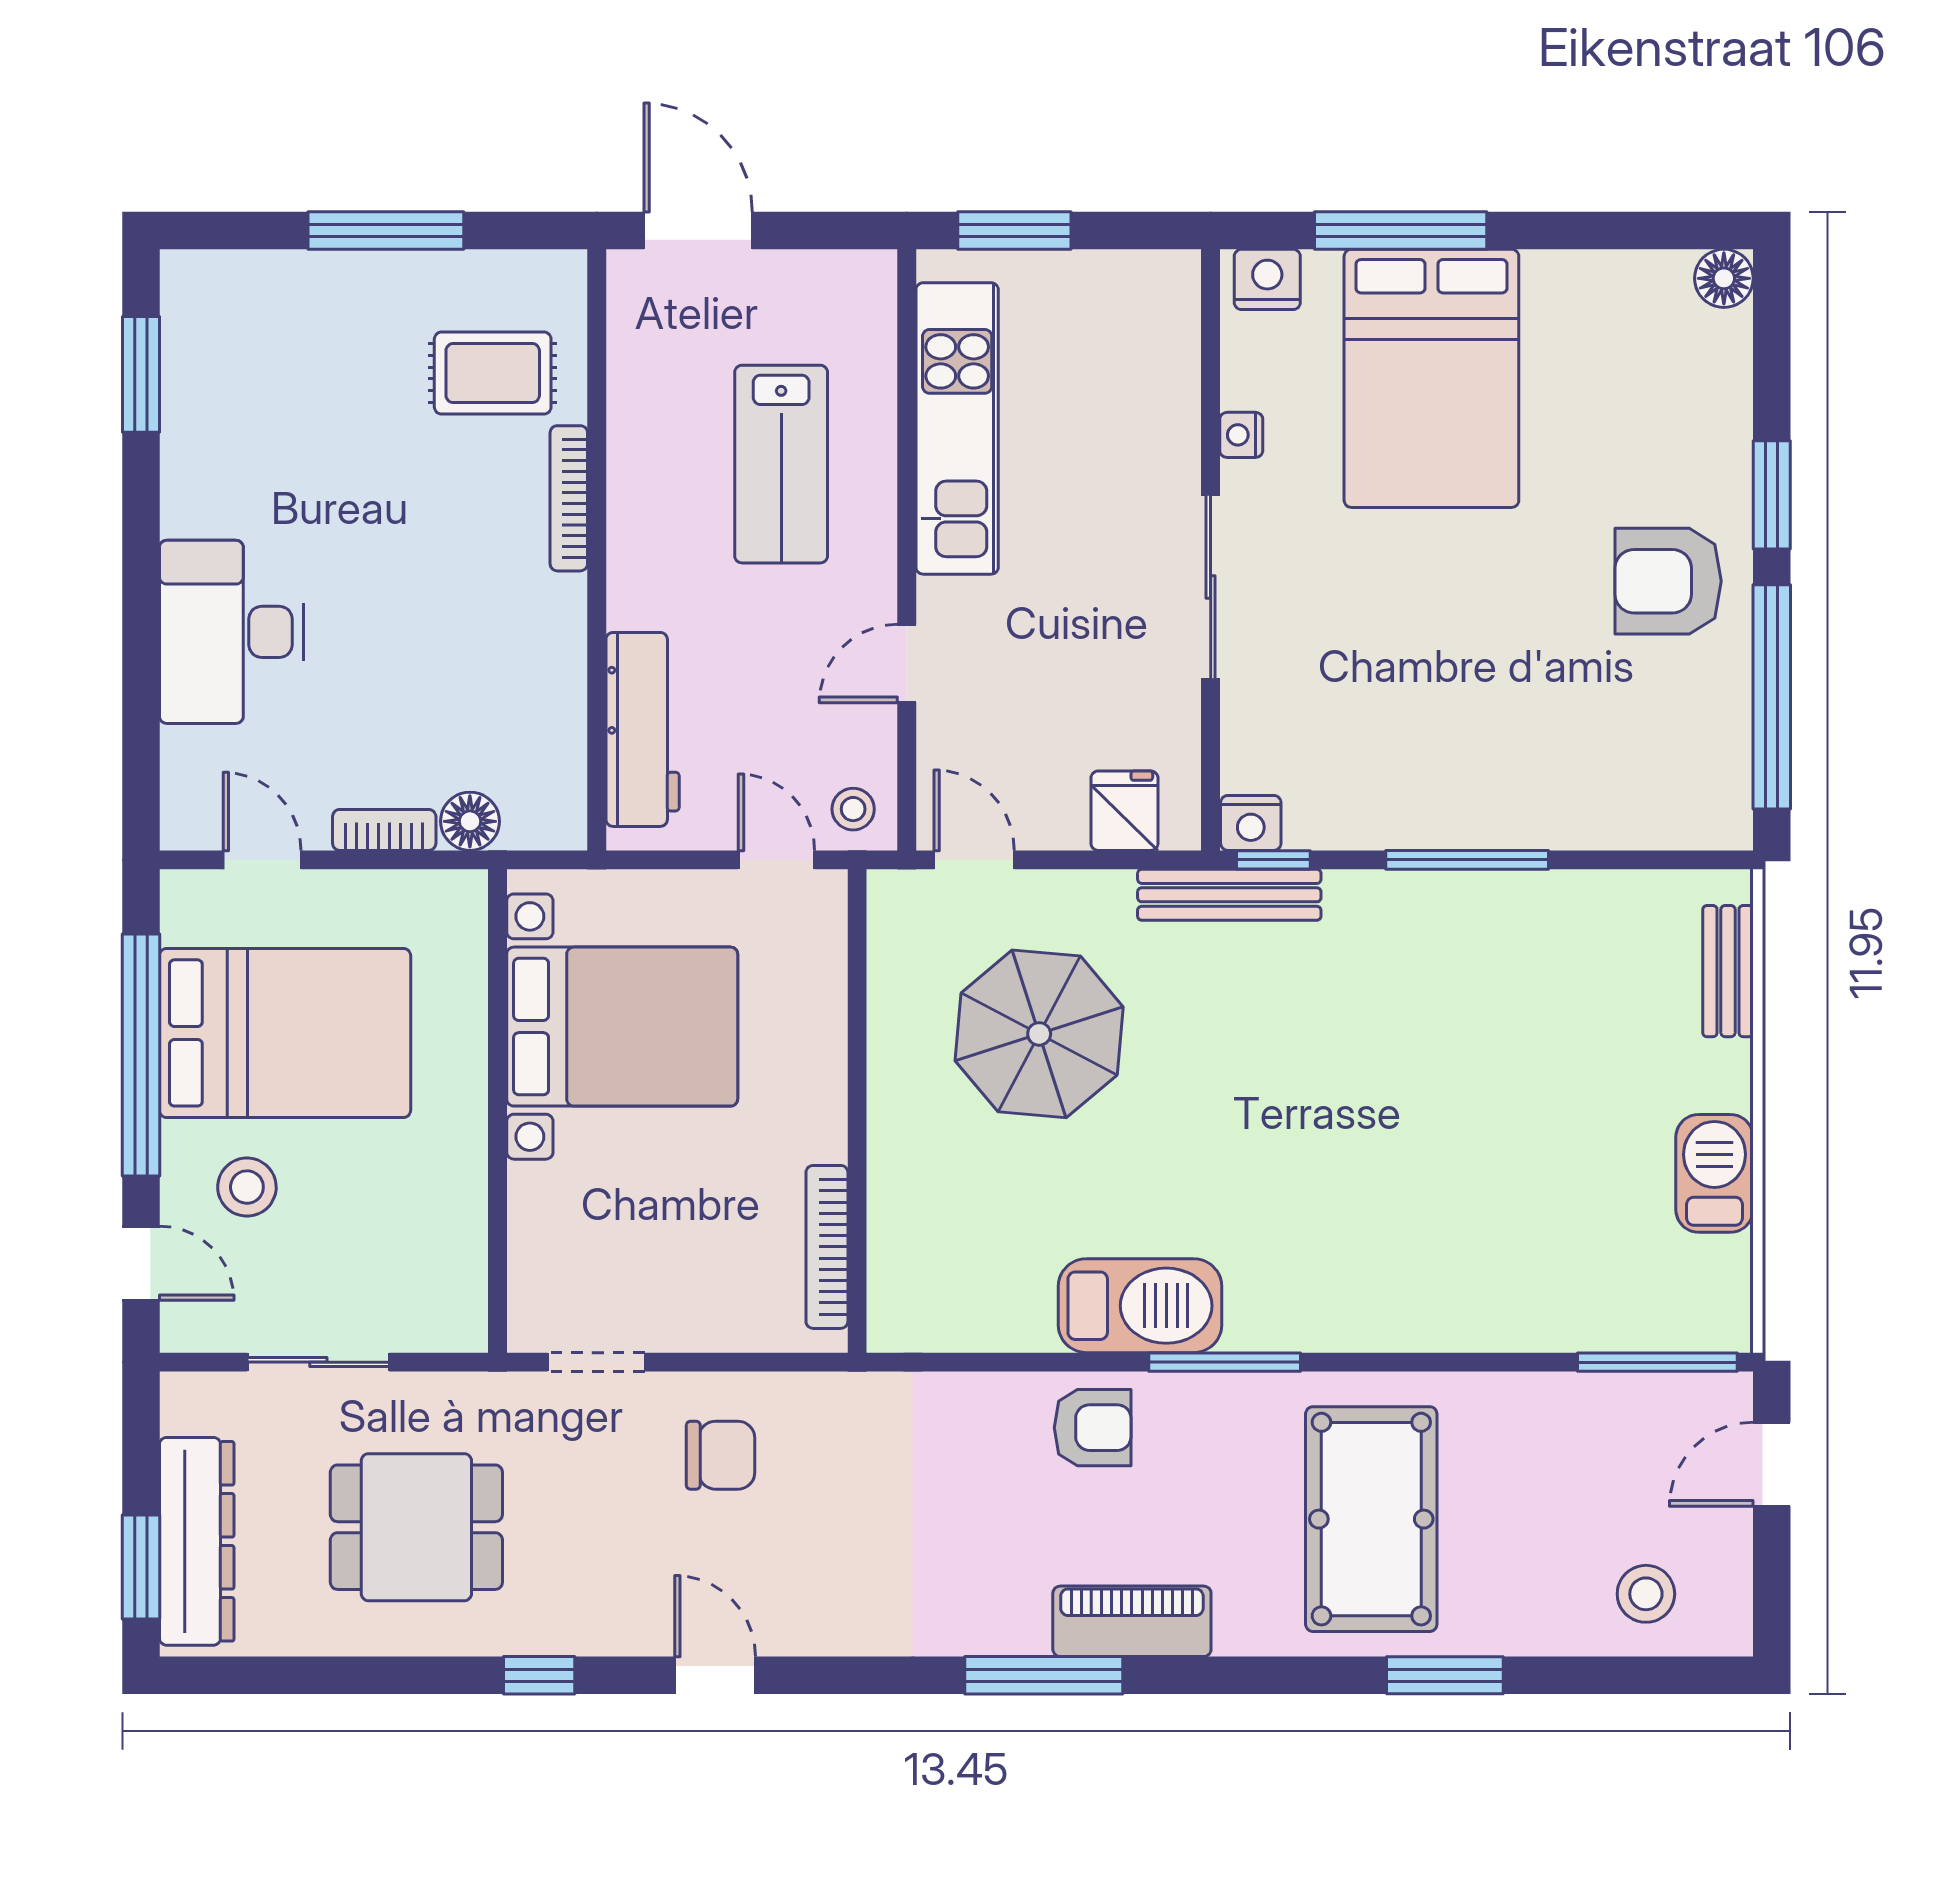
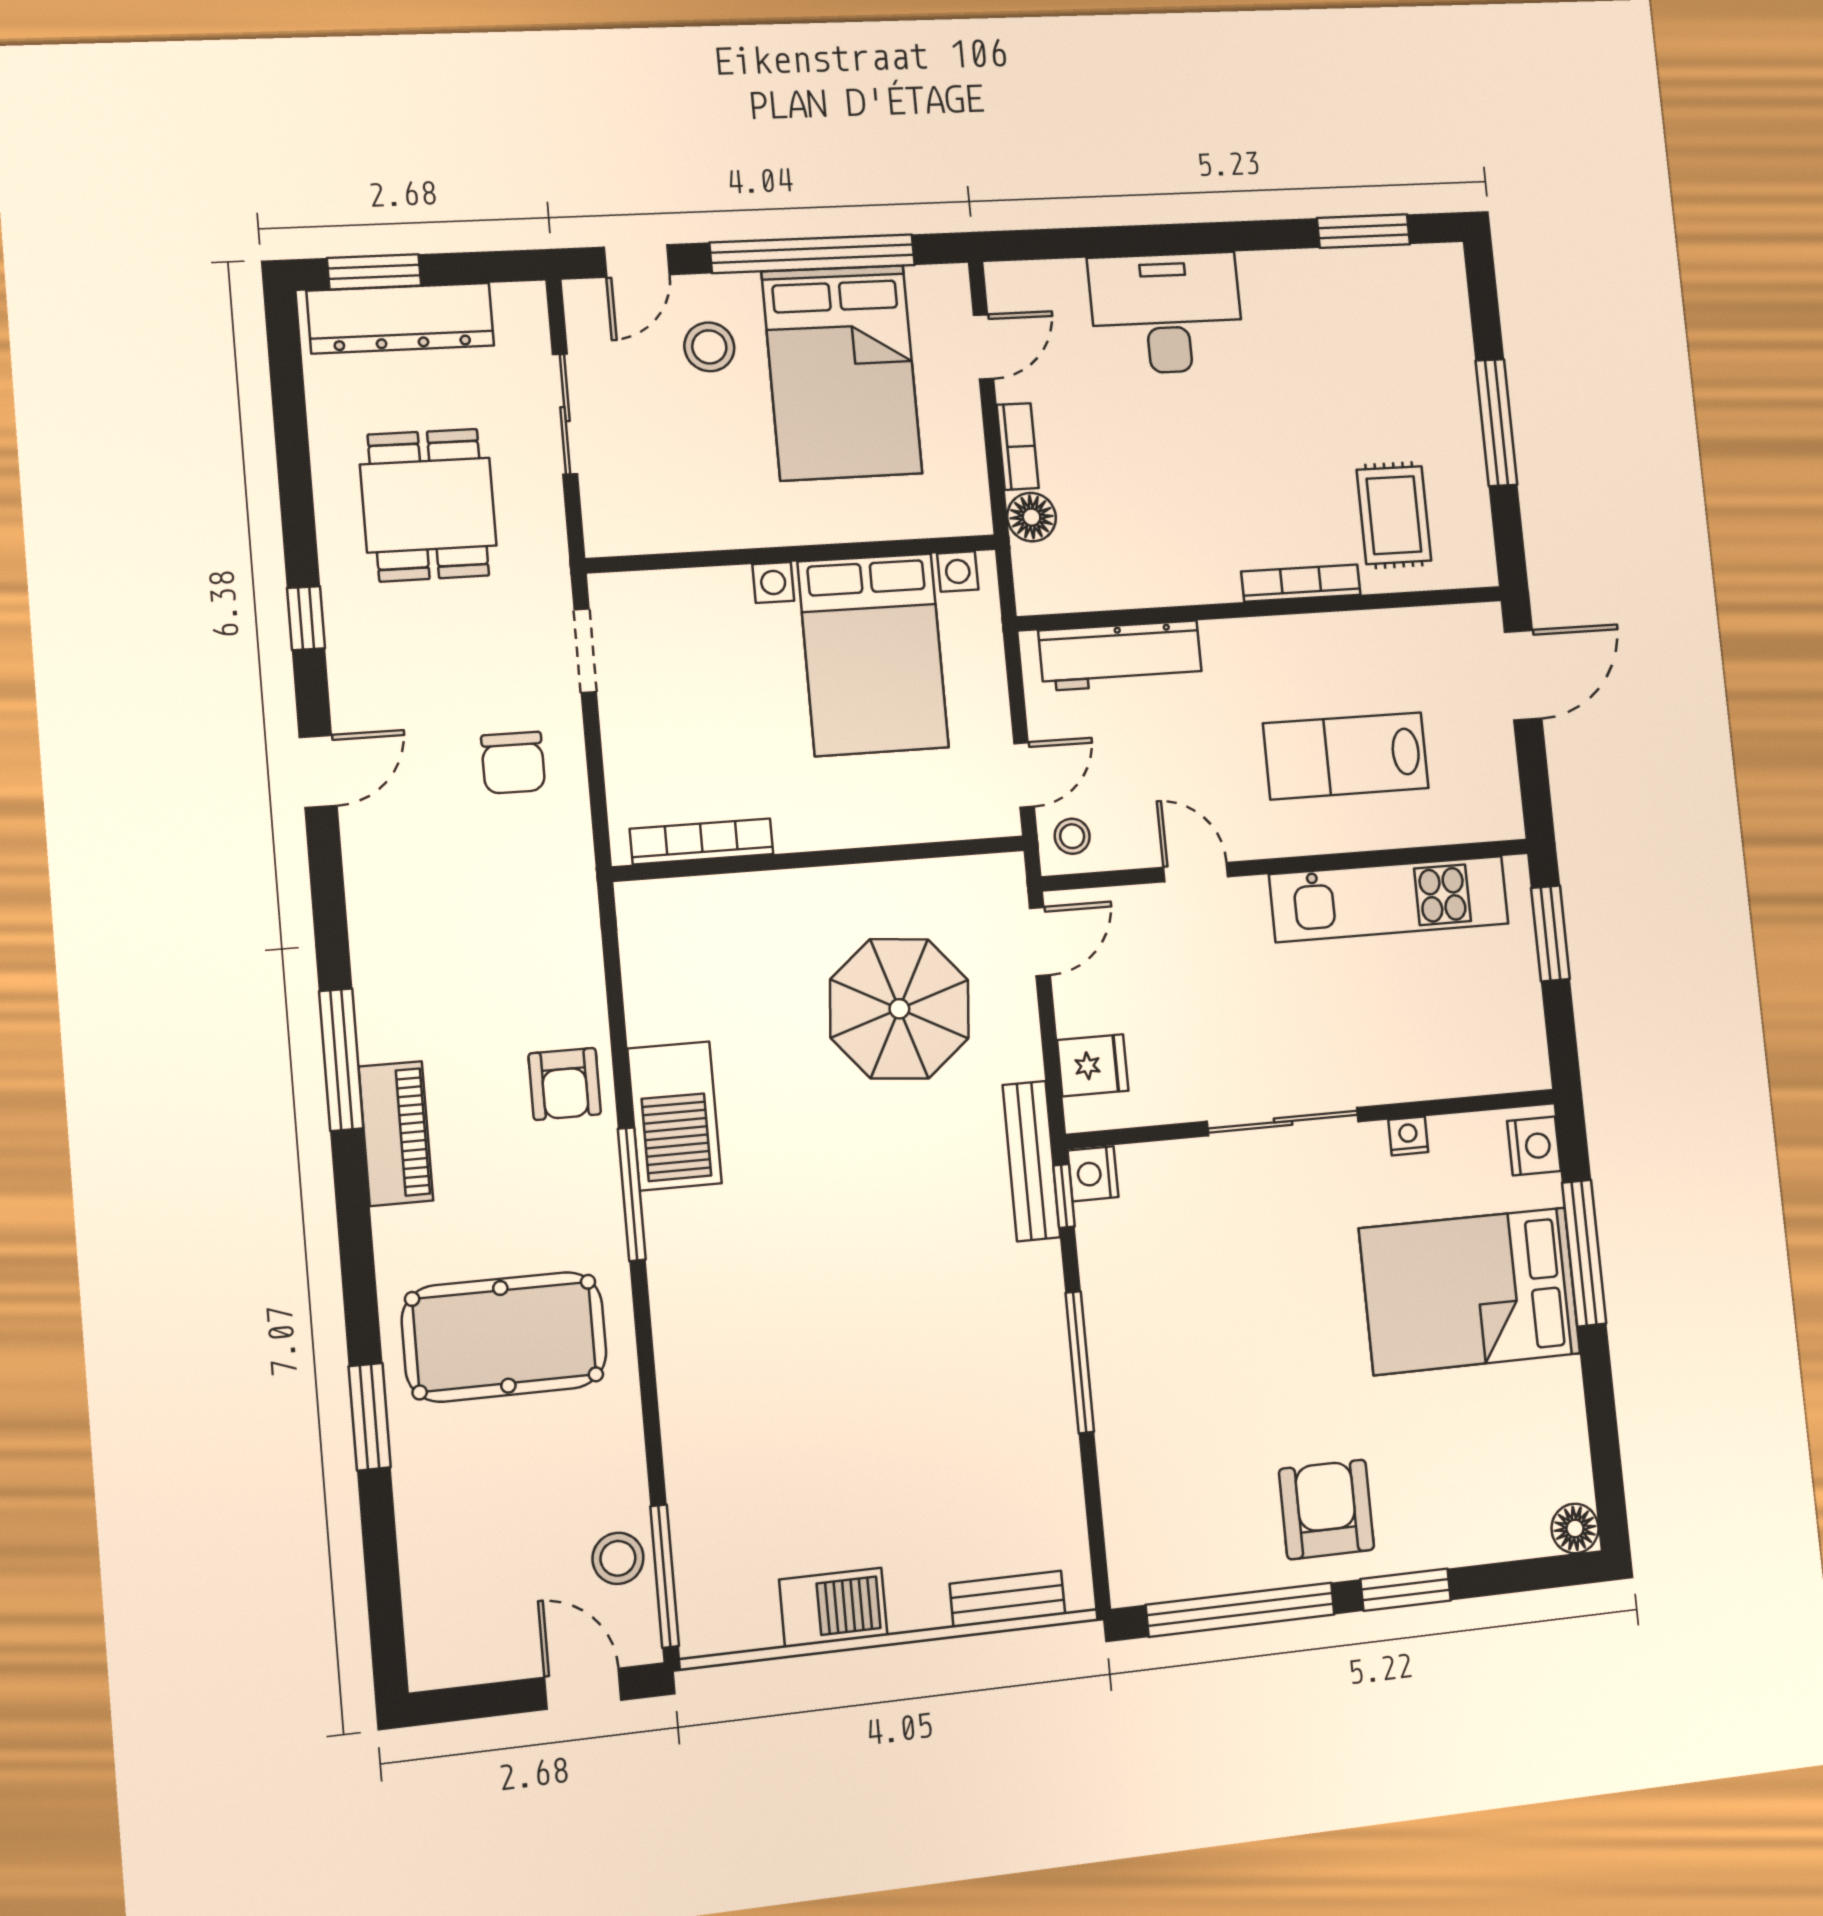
stool: (1646, 1594) -> (618, 1558), moved

